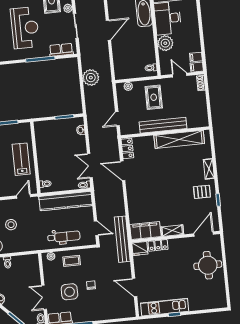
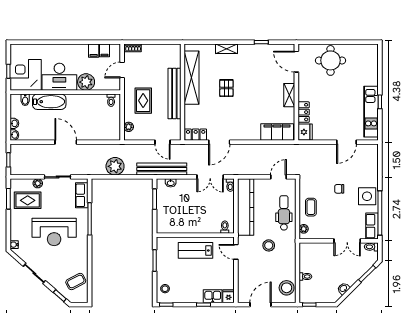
reception desk: (25, 28) -> (54, 232), turned 180
filing cabinet: (197, 67) -> (94, 51), moved
rug: (154, 97) -> (143, 101), turned 90
pallet: (202, 192) -> (226, 88), moved
stool: (11, 225) -> (269, 245), moved
filing cabinet: (145, 230) -> (277, 132), moved, turned 90
bench: (122, 239) -> (162, 169), moved
side table: (69, 292) -> (367, 196), moved

